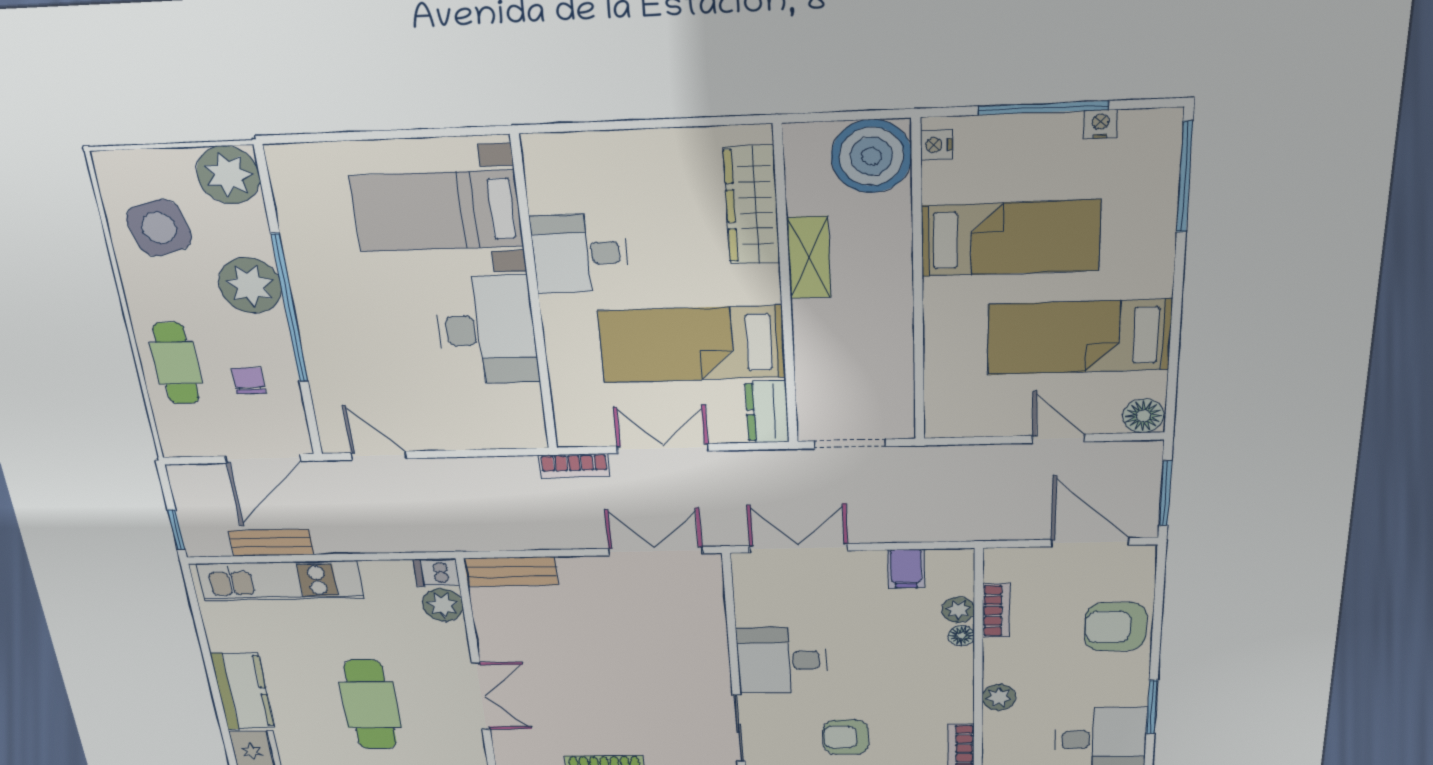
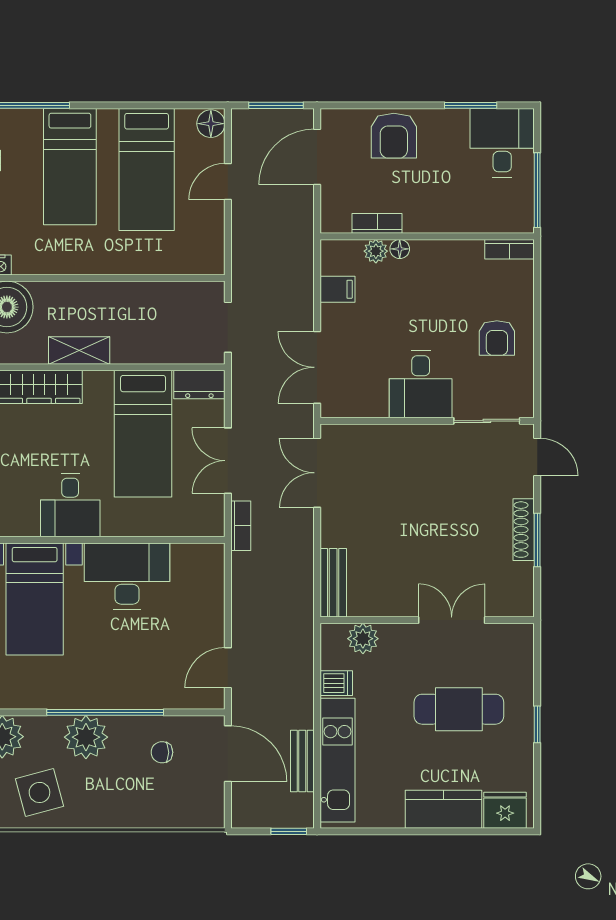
bed: (1010, 238) -> (70, 167), moved, turned 180
cafe table: (176, 363) -> (146, 802), removed
dishwasher: (437, 572) -> (336, 683), moved, turned -90
plant: (999, 697) -> (459, 221), removed

